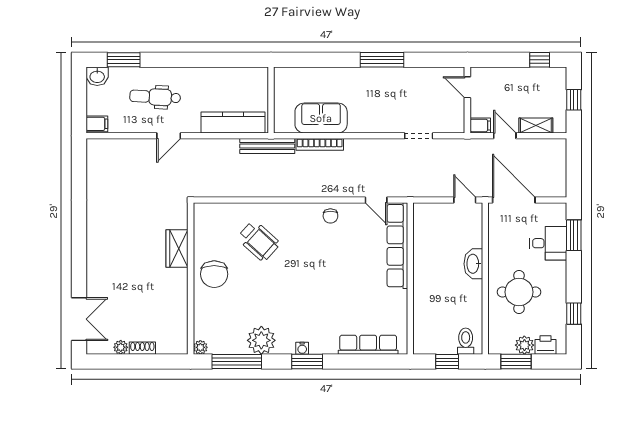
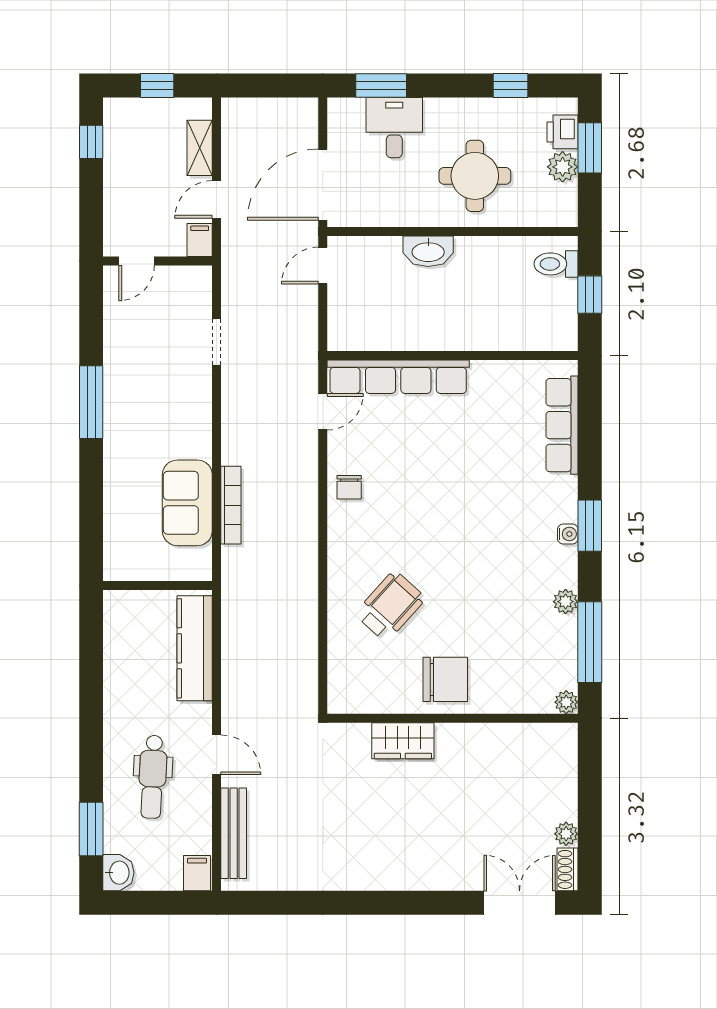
bench: (267, 146) -> (234, 833), moved
chair: (330, 216) -> (349, 487), turned 90
plant: (261, 340) -> (566, 602), width x0.53, depth x0.53
shoe rack: (142, 348) -> (568, 869), moved
window: (516, 362) -> (590, 148), moved

